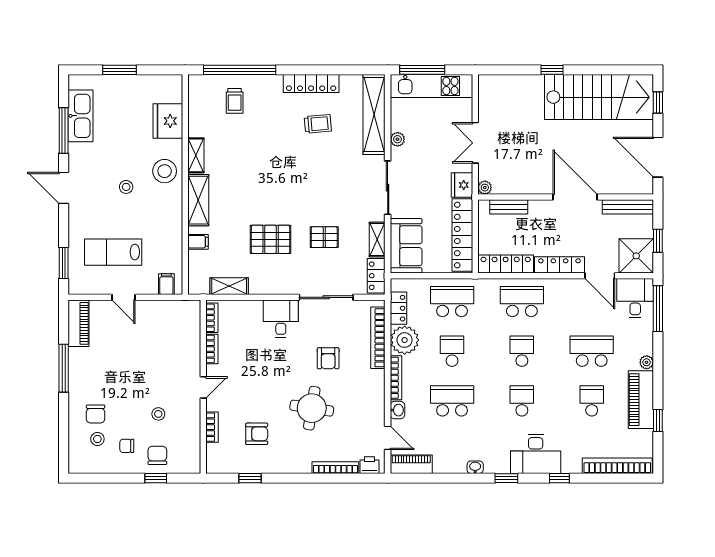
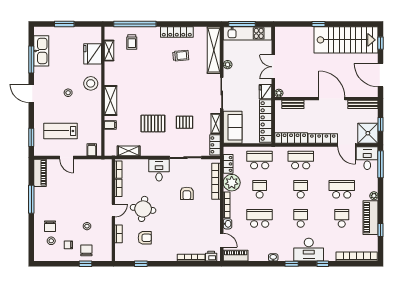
shelving: (196, 155) -> (109, 51), moved
round table: (312, 408) -> (143, 209), moved

